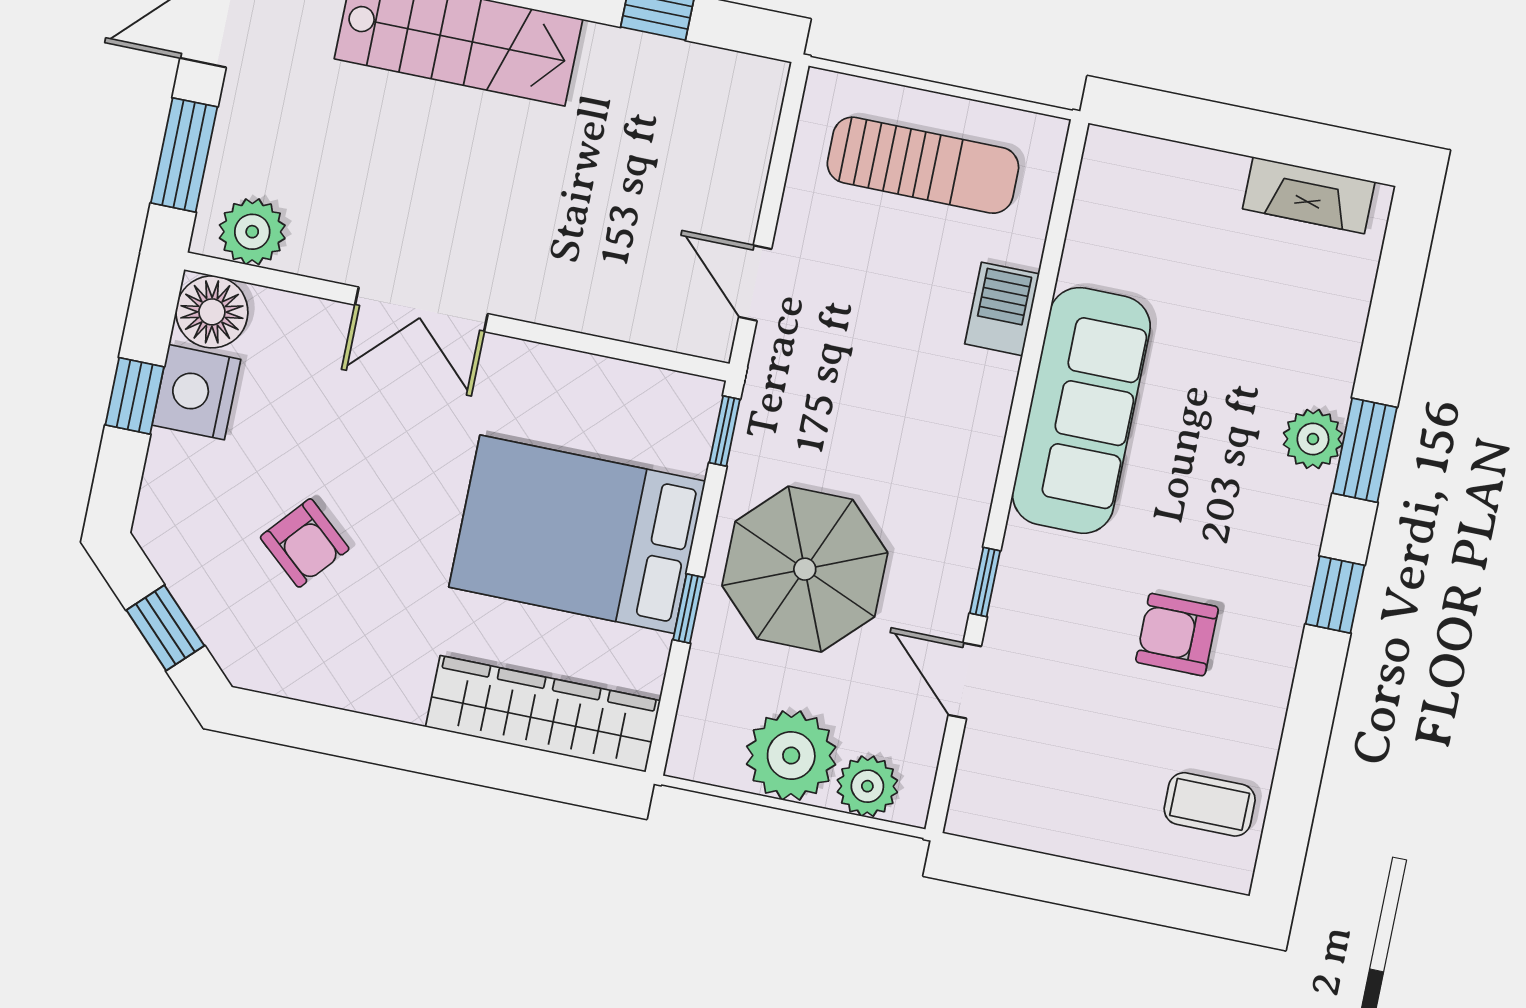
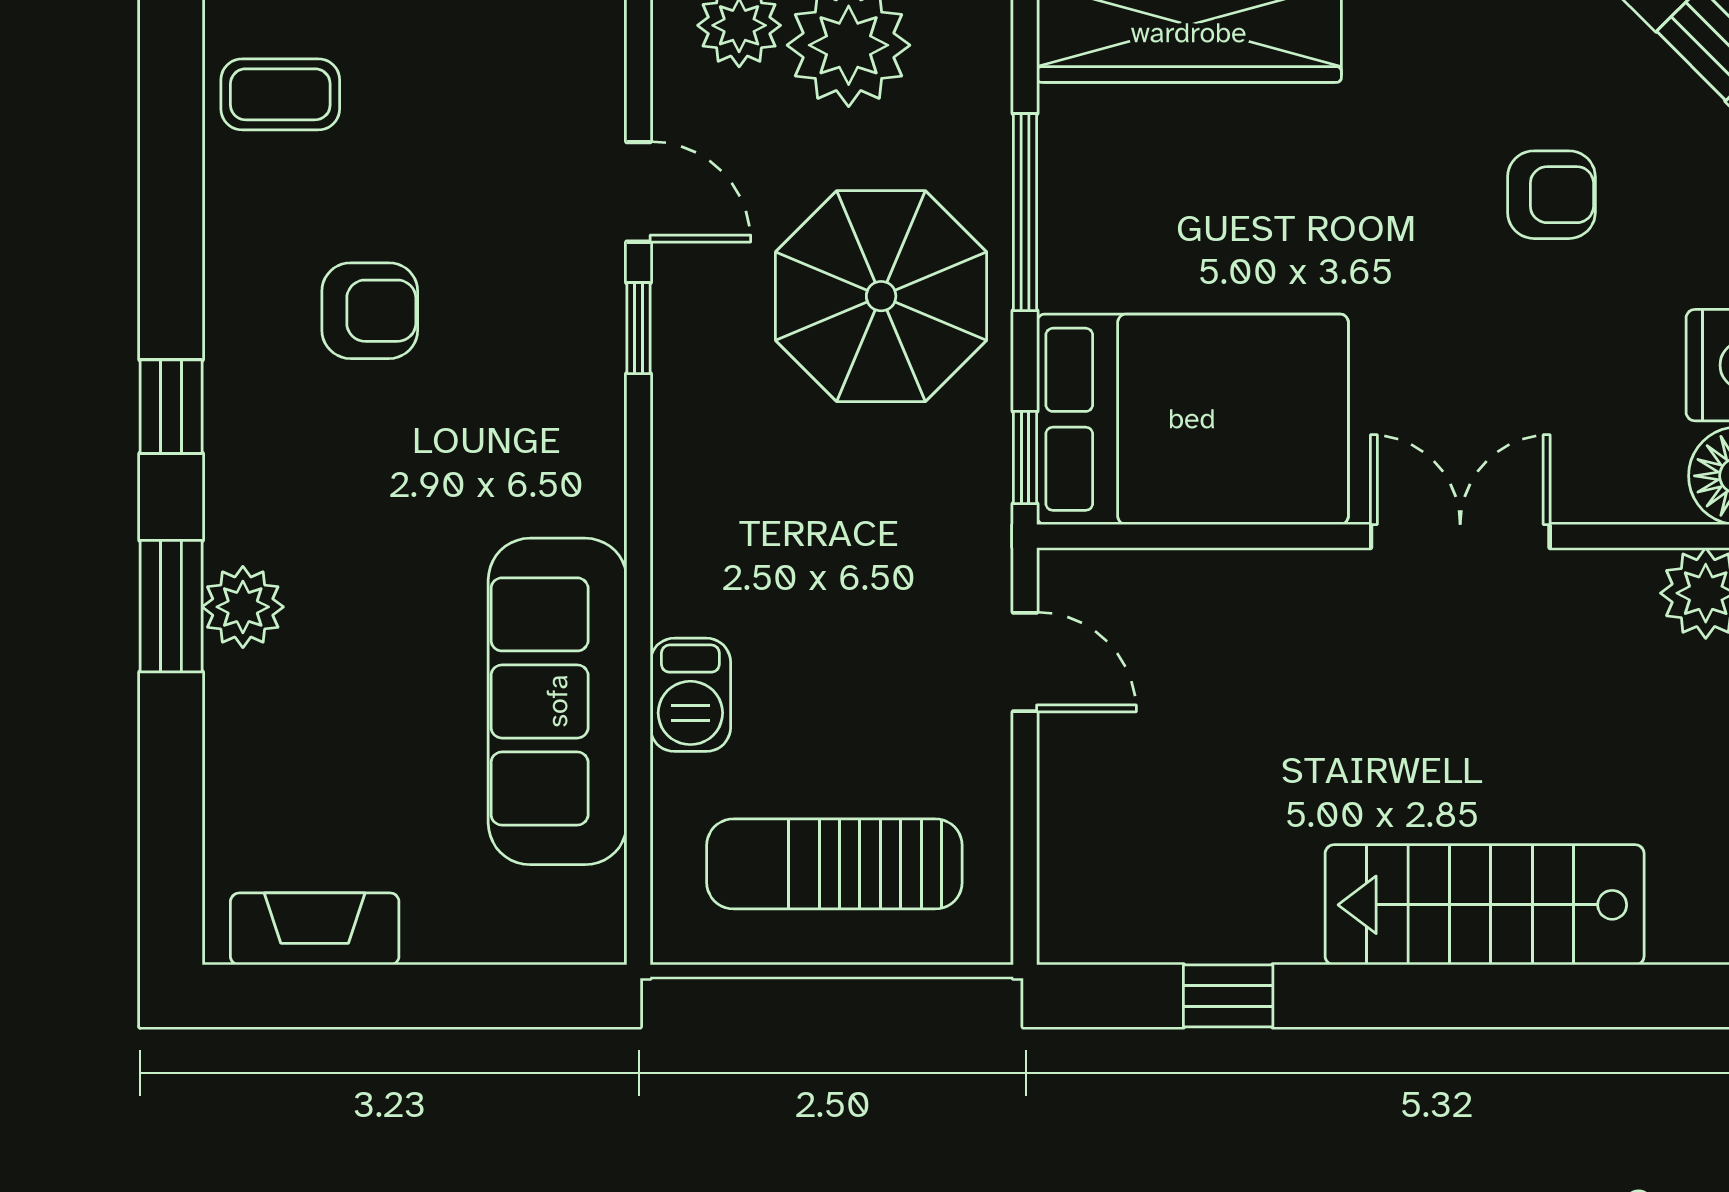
sofa: (1081, 410) -> (558, 701), moved
bed: (577, 534) -> (1192, 419), moved
armchair: (305, 543) -> (1551, 195), turned 139
window: (688, 609) -> (1025, 212), width x2.17

